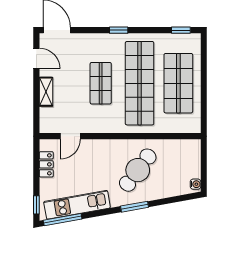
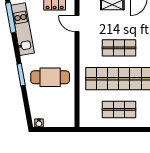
shop shelf: (178, 83) -> (119, 109), width x0.70, depth x0.74
cafe table: (138, 170) -> (50, 77), turned -37

